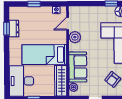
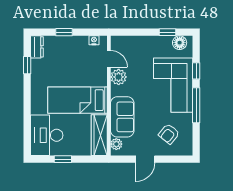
door: (68, 24) -> (109, 59), swing flipped
dresser: (14, 28) -> (37, 47), moved

